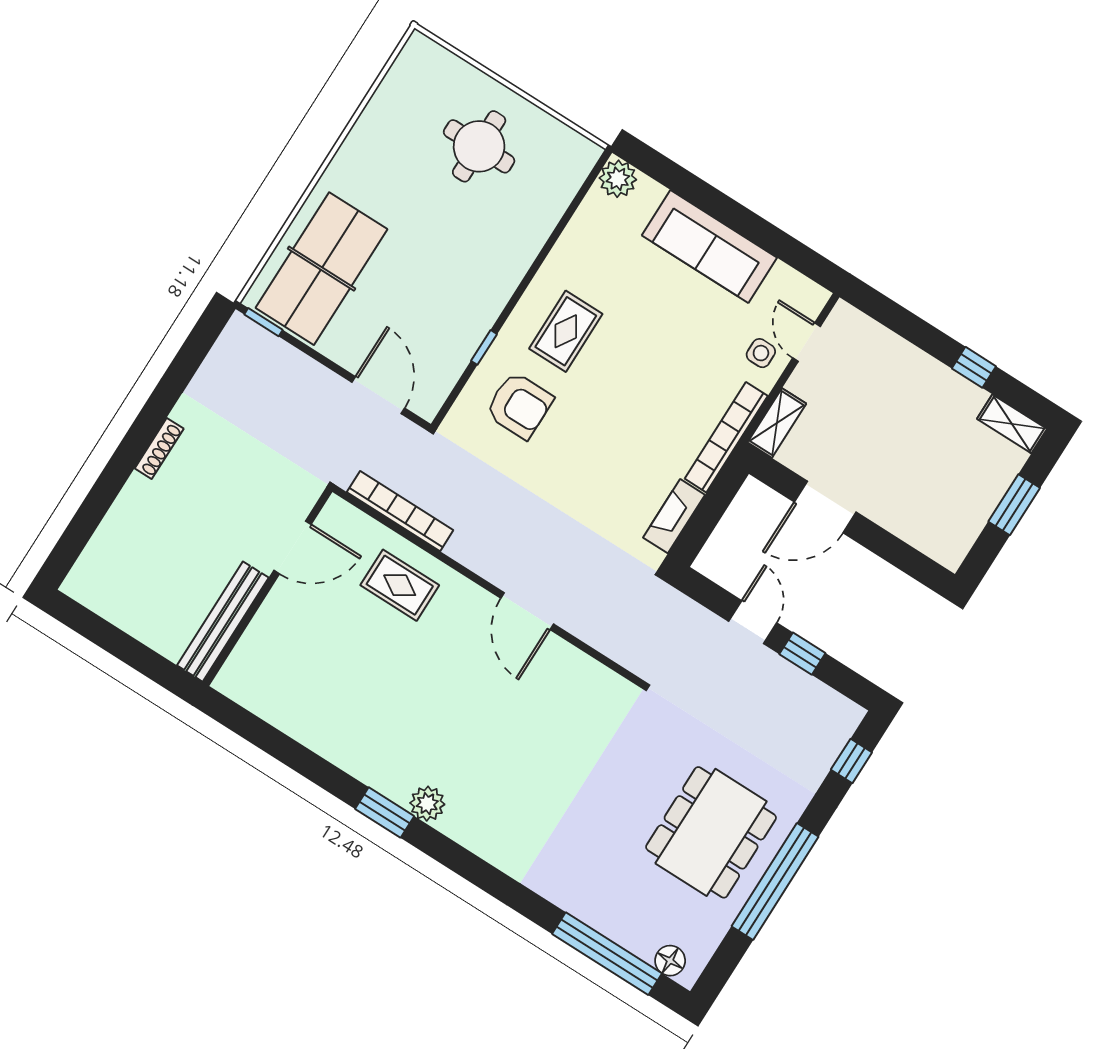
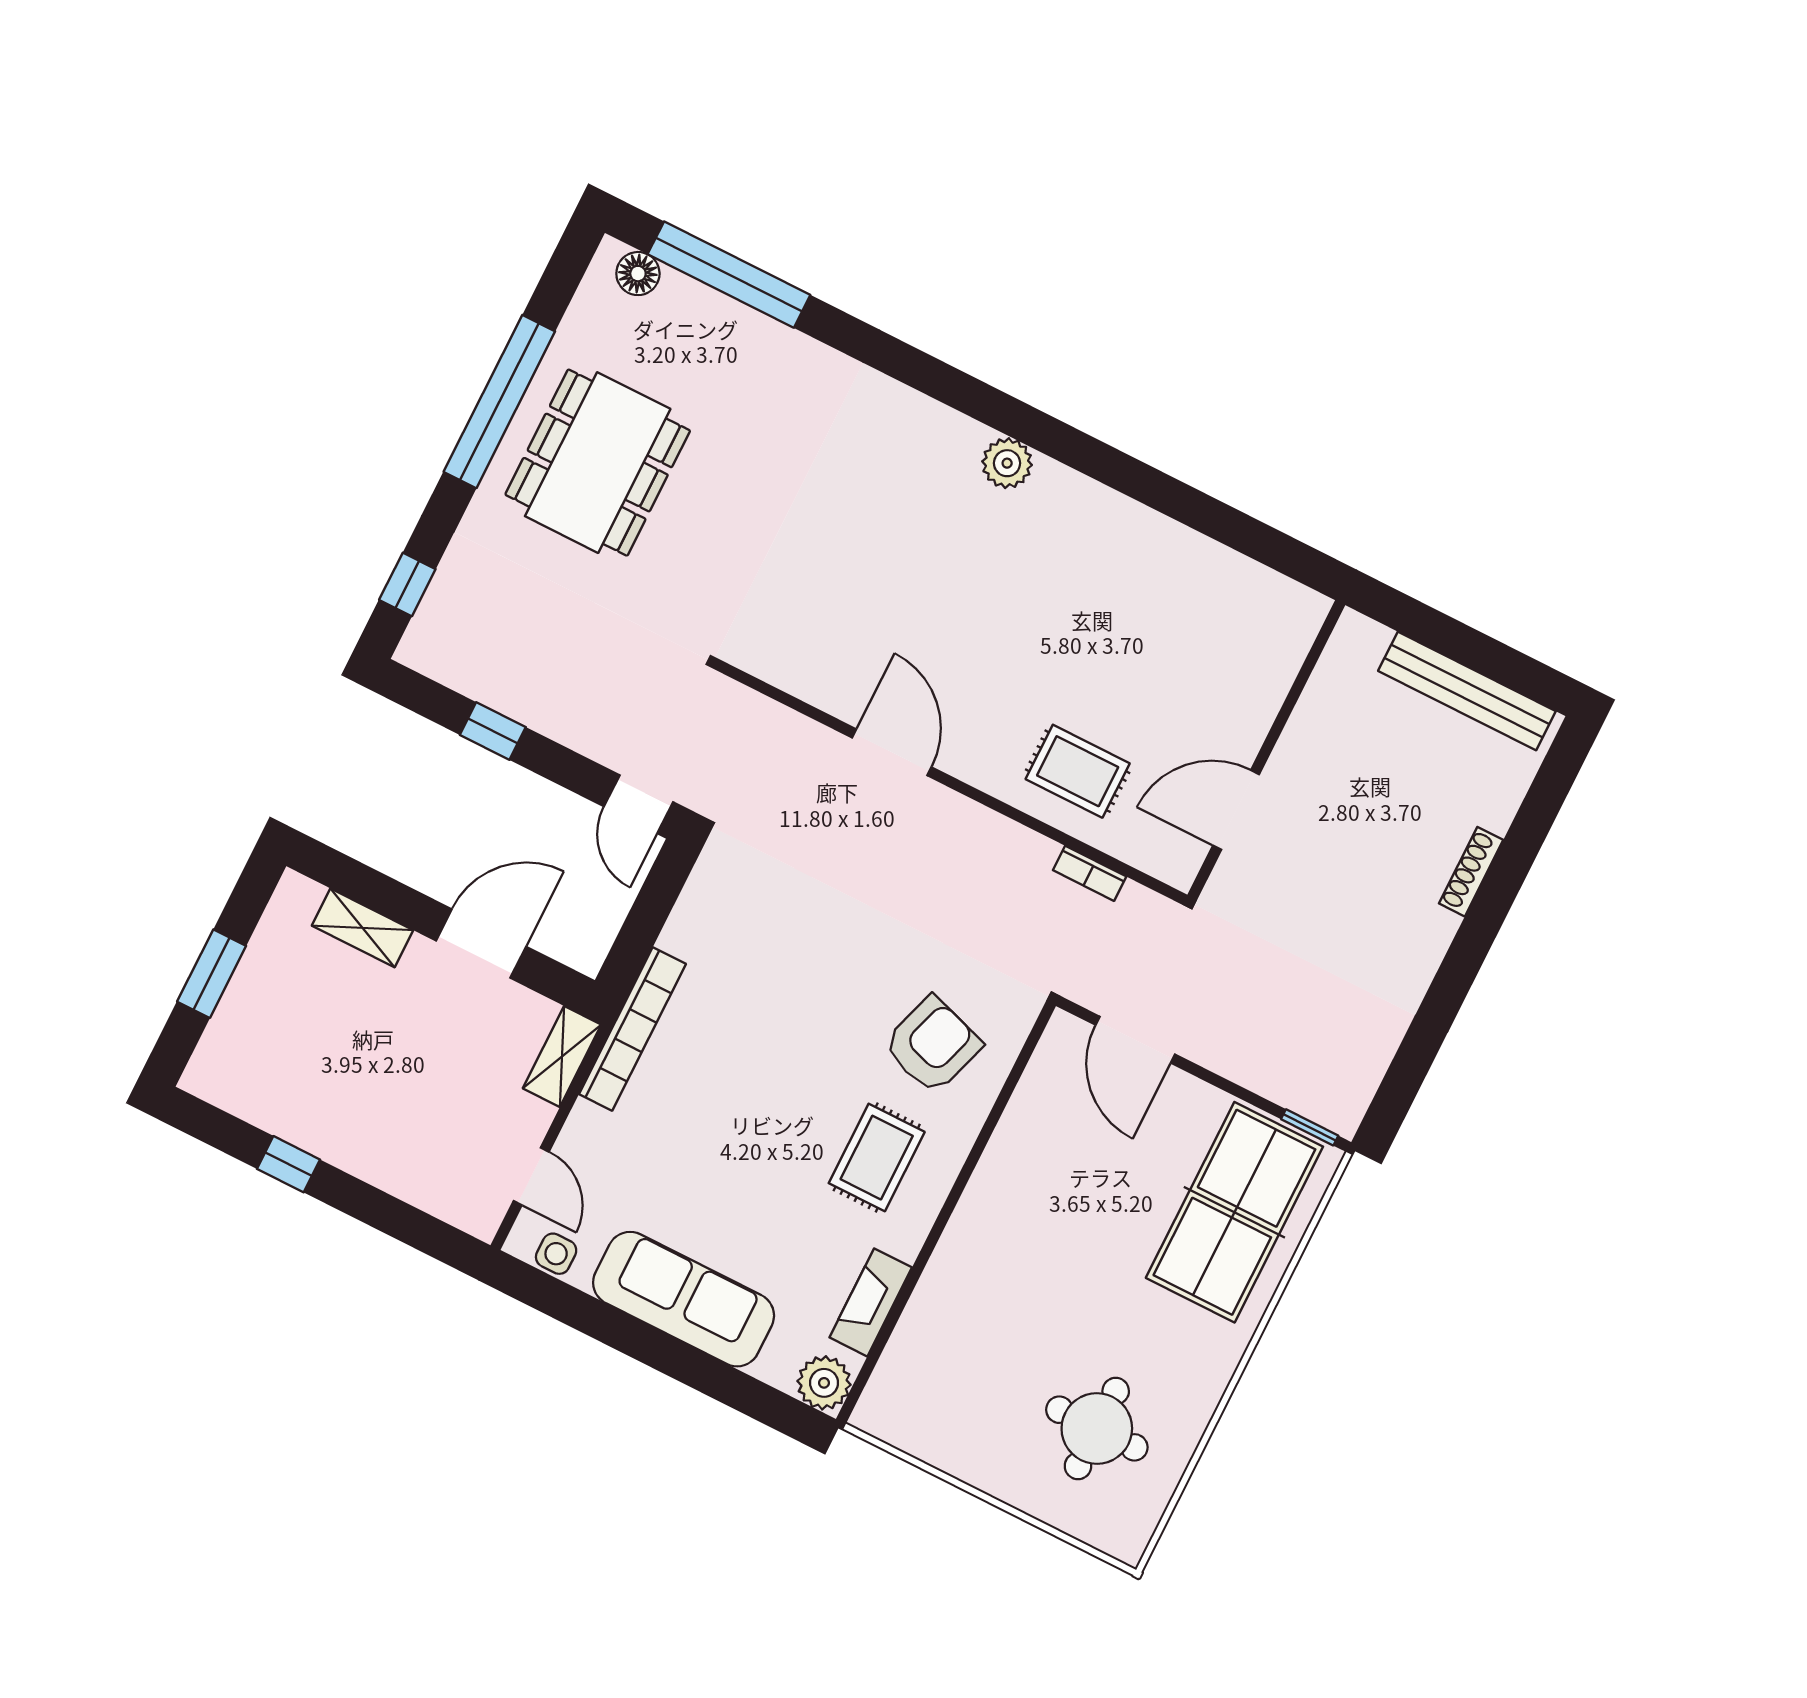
round table: (479, 146) -> (1097, 1429), moved
window: (484, 347) -> (991, 1123), removed
side table: (761, 353) -> (556, 1254), moved
armchair: (519, 405) -> (932, 1045), turned 108
shelving: (1012, 424) -> (362, 928), moved
shoe rack: (159, 448) -> (1471, 872), moved
bookcase: (400, 511) -> (1090, 873), width x0.43, depth x0.76
fireplace: (674, 516) -> (871, 1302), moved, turned 180
bench: (223, 622) -> (1467, 691), moved, turned 90
door: (753, 622) -> (639, 804), moved
window: (385, 812) -> (1067, 444), removed

